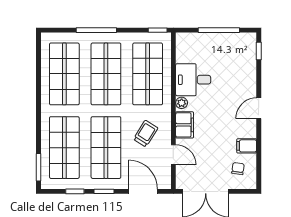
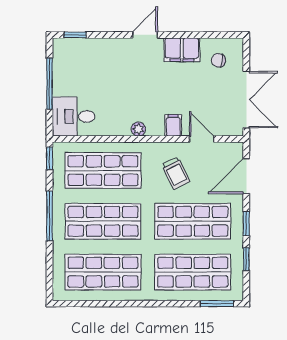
window: (96, 30) -> (49, 216), moved
desk: (193, 80) -> (74, 116), moved, turned 90
door: (259, 108) -> (145, 35), swing flipped
filing cabinet: (185, 125) -> (173, 125), width x0.50
trolley: (146, 134) -> (176, 173), turned -148
filing cabinet: (247, 146) -> (182, 50), width x2.00
door: (173, 155) -> (202, 139), hinge flipped

